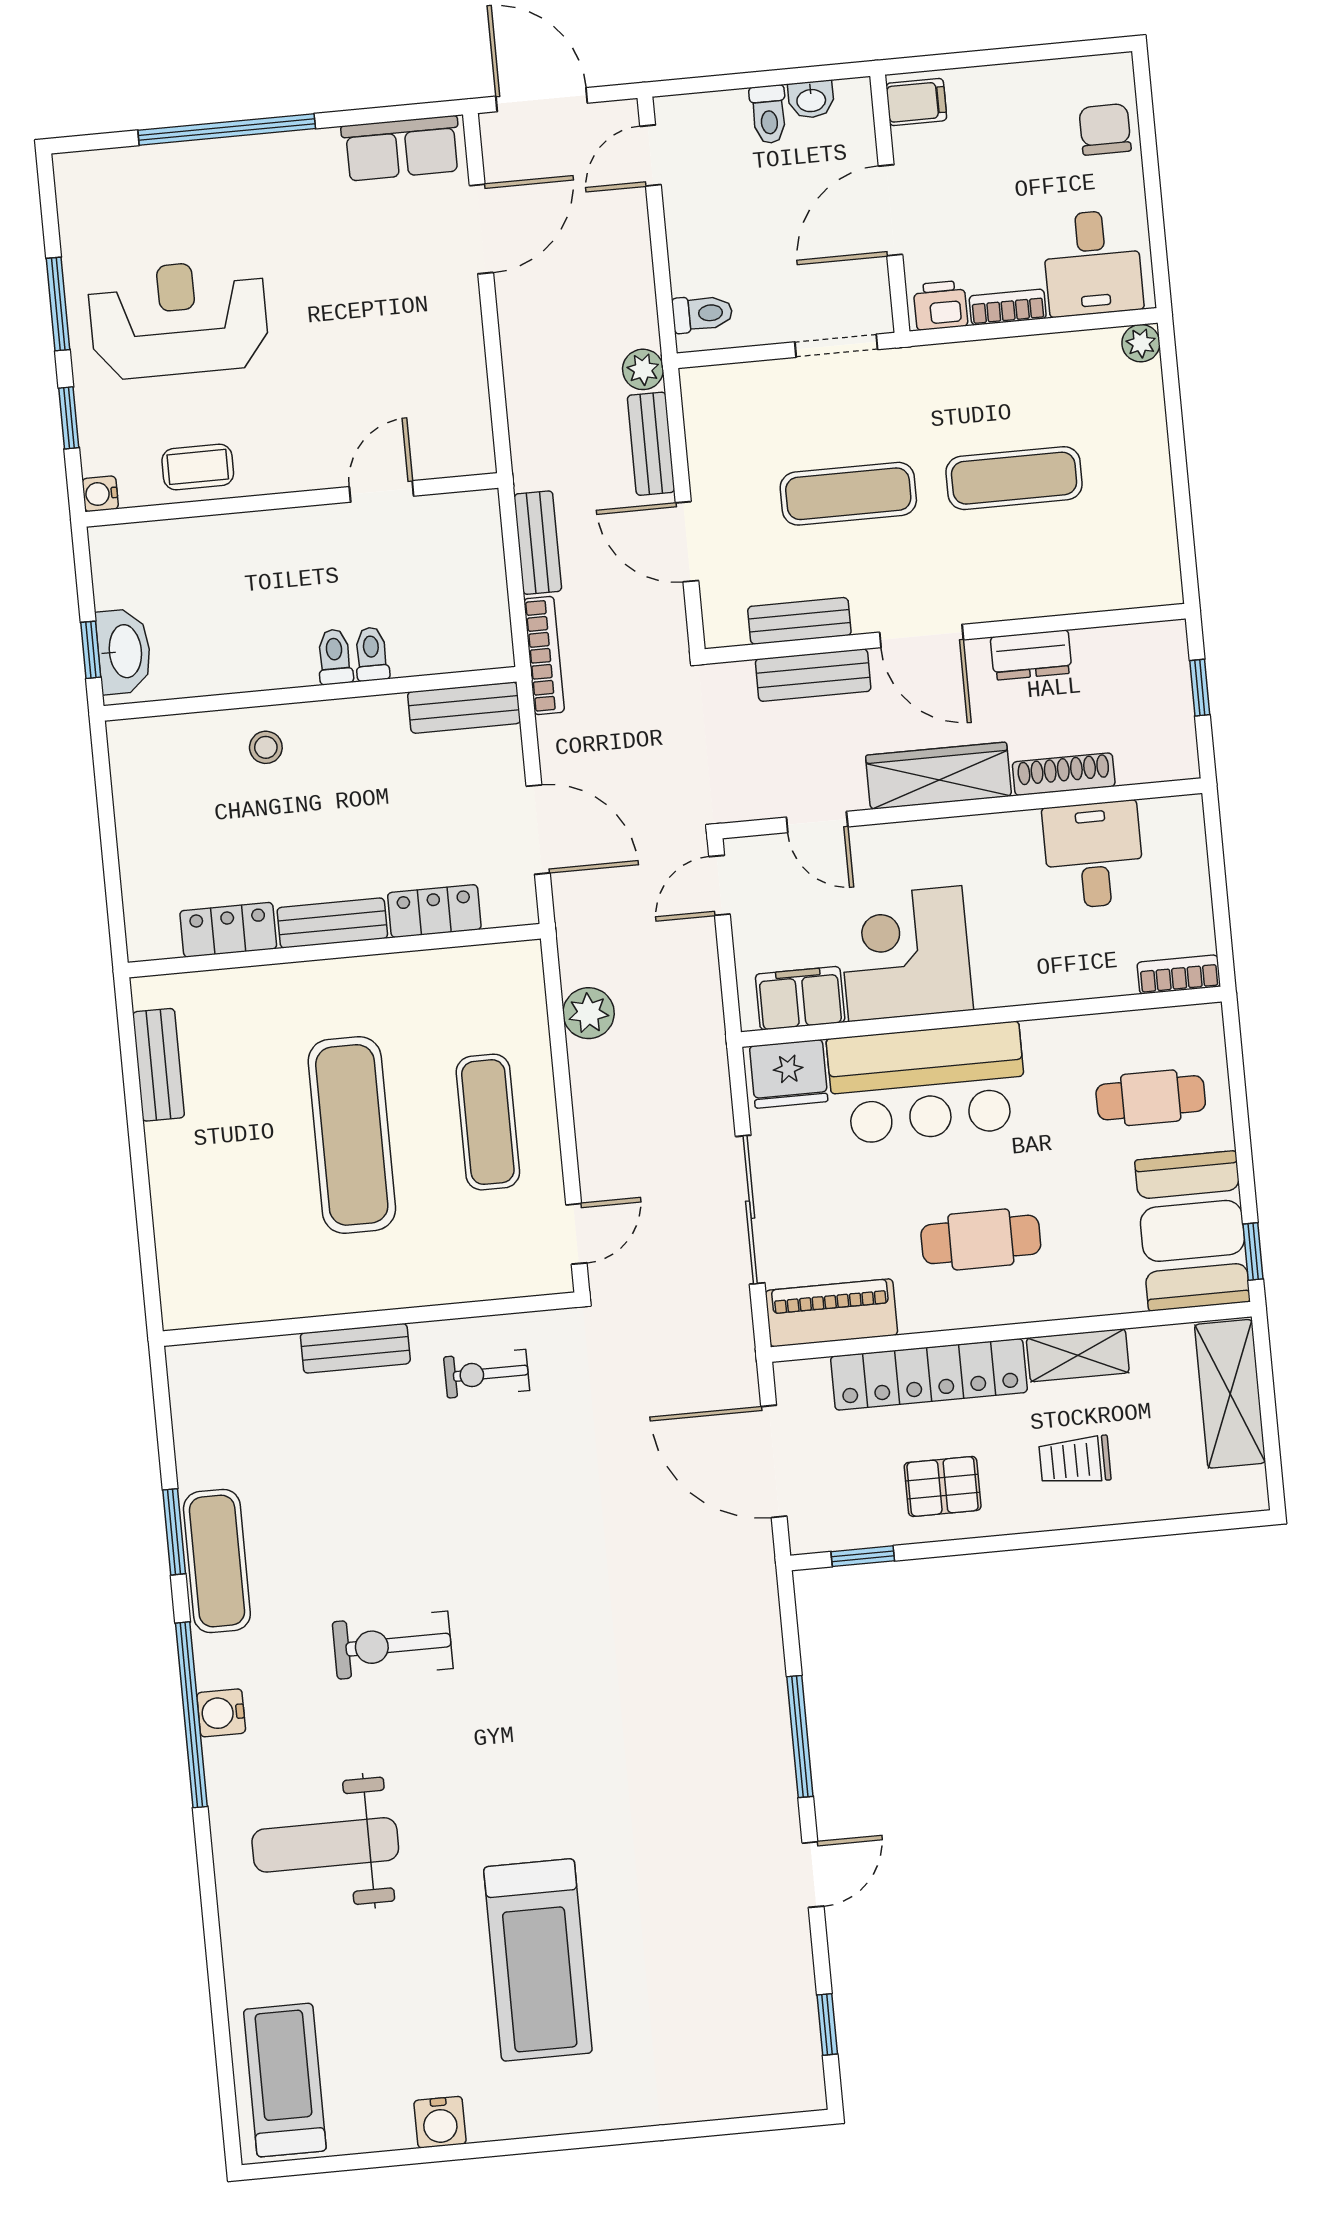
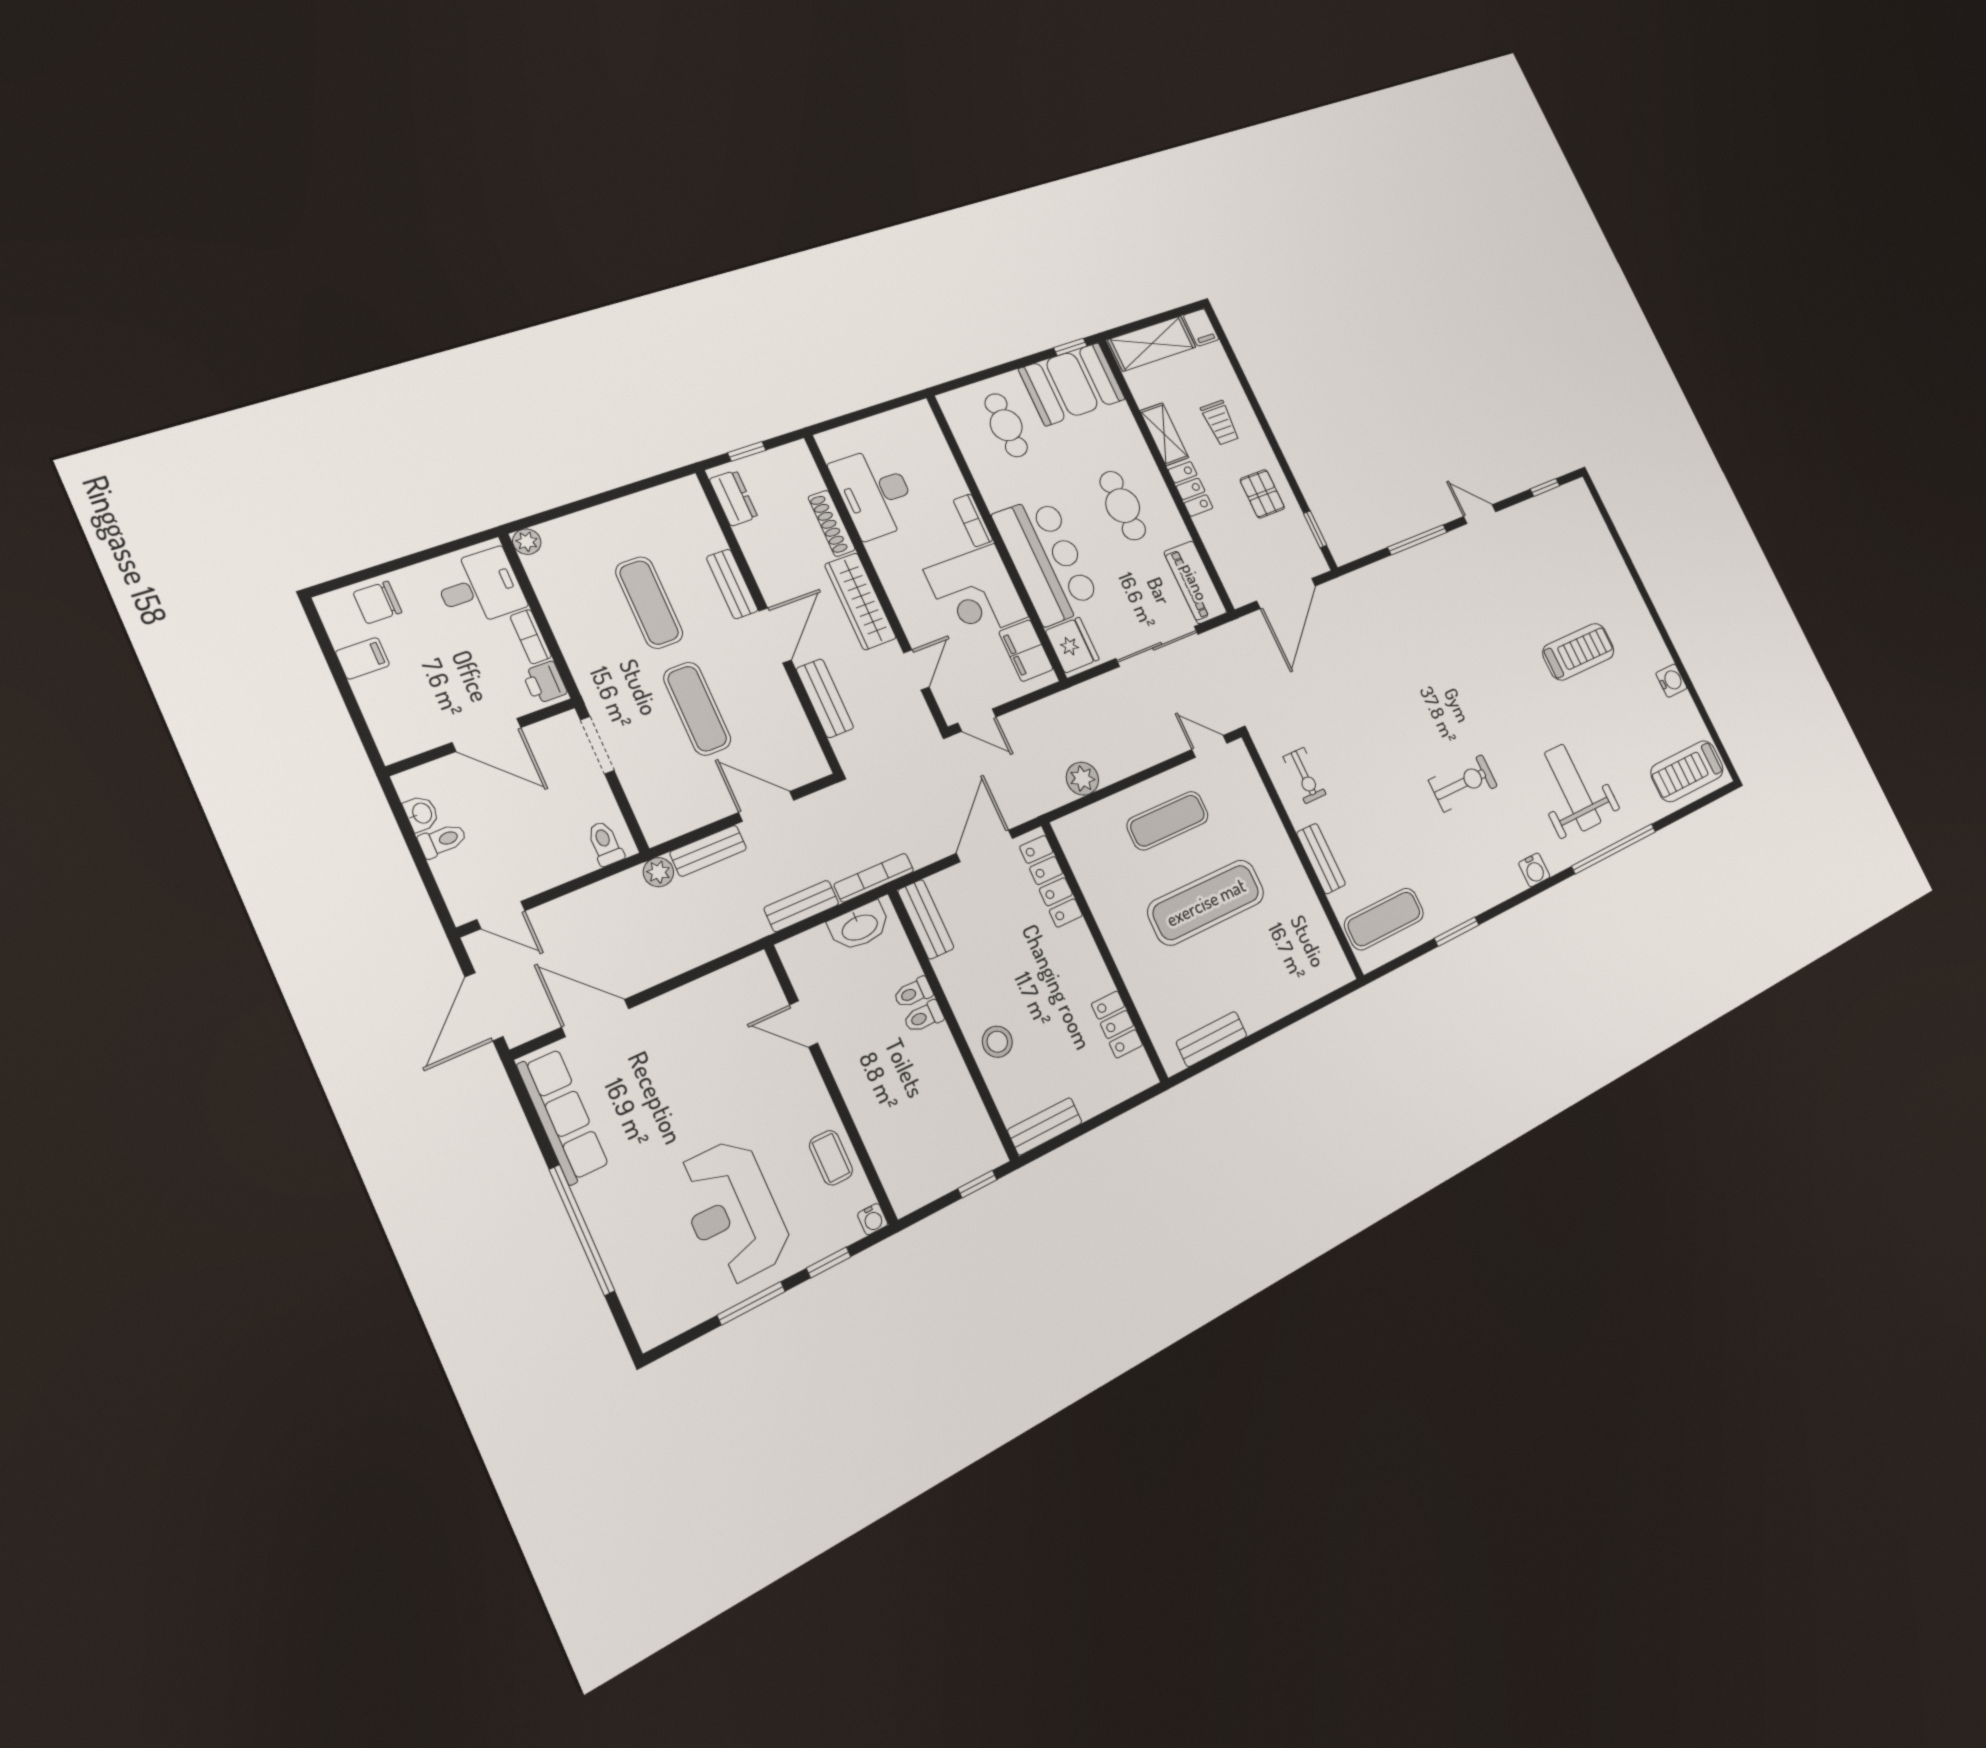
filing cabinet: (916, 102) -> (362, 658), moved, turned 90
row of seats: (401, 148) -> (563, 1116), width x1.48
door: (687, 542) -> (766, 806), swing flipped
bench: (799, 621) -> (732, 584), moved
washbasin: (124, 651) -> (859, 927), moved, turned 180
dresser: (1031, 655) -> (734, 498), moved
stool: (266, 747) -> (997, 1042), width x1.37, depth x1.37
desk: (1094, 855) -> (875, 493), width x1.37
locker: (434, 911) -> (1051, 881), width x1.53
bench: (332, 923) -> (1045, 1126), moved, turned 90
bookcase: (1179, 974) -> (973, 520), moved
locker: (929, 1374) -> (1191, 489), width x0.46, depth x0.83
filing cabinet: (1239, 1491) -> (1201, 327), added
exercise mat: (217, 1561) -> (1384, 919), moved
exercise bike: (393, 1645) -> (1463, 783), turned -90
window: (191, 1715) -> (1614, 849), moved
weight bench: (325, 1845) -> (1573, 787), turned 180
treadmill: (538, 1960) -> (1578, 652), width x0.73, depth x0.73

